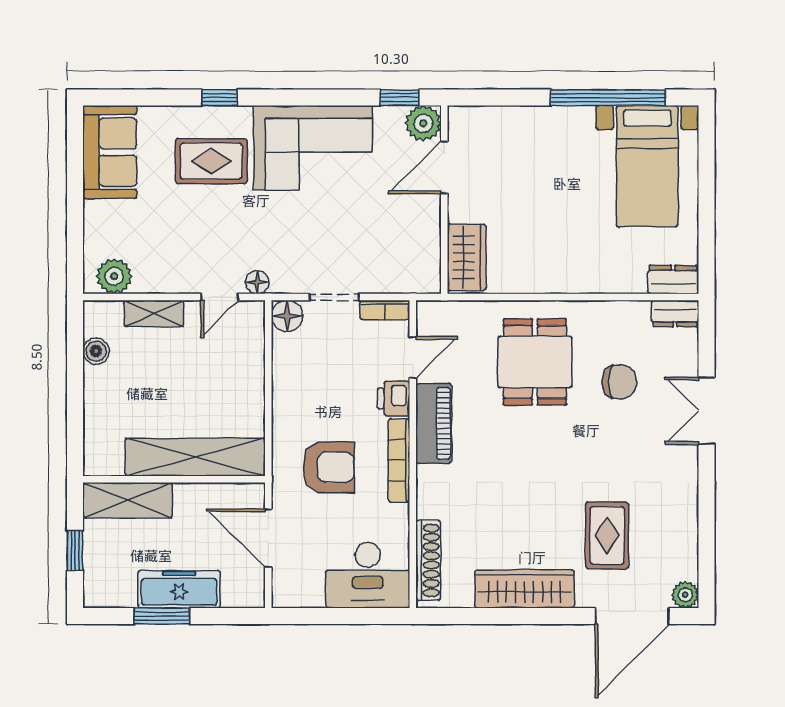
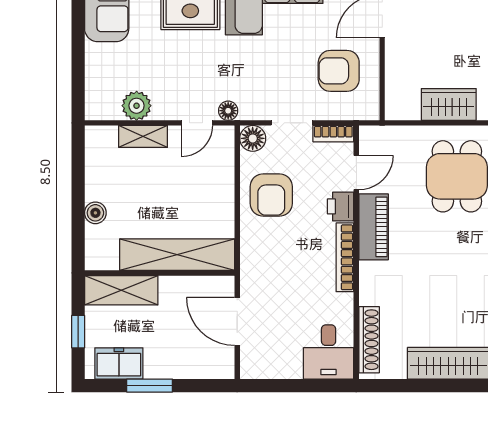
armchair: (391, 234) -> (339, 71), added
wardrobe: (467, 257) -> (449, 104), moved, turned -90
plant: (114, 276) -> (137, 106), moved
boiler: (96, 351) -> (95, 213), moved
armchair: (329, 467) -> (271, 195), moved, turned 90
desk: (368, 575) -> (329, 352), width x0.73
freezer: (179, 589) -> (119, 363), moved, width x0.71

